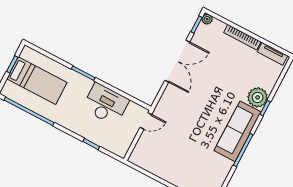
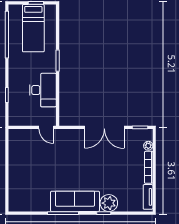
plant: (207, 19) -> (148, 146), moved

